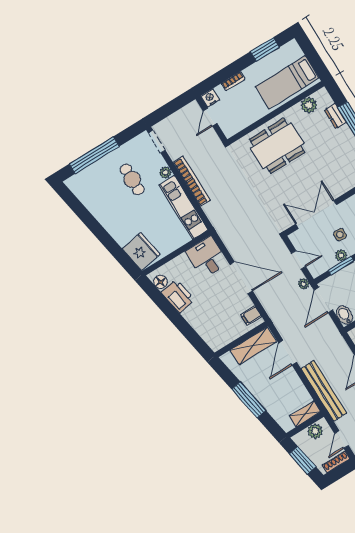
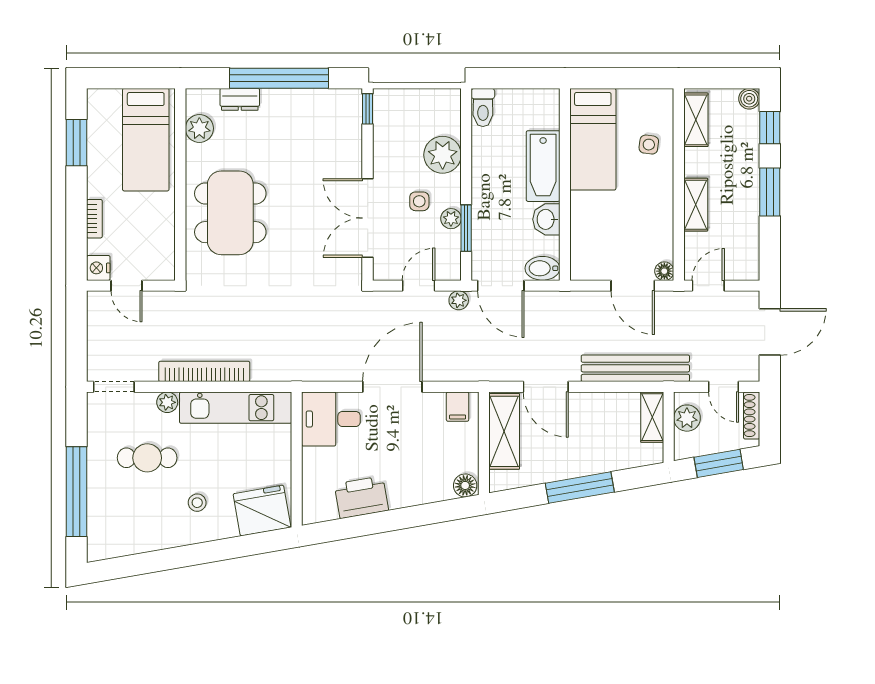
stool: (125, 217) -> (197, 503), added
floor lamp: (161, 282) -> (465, 485), moved

